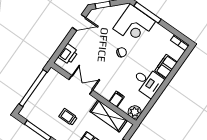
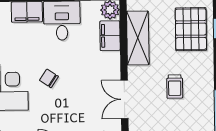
filing cabinet: (117, 99) -> (110, 36), width x2.00

